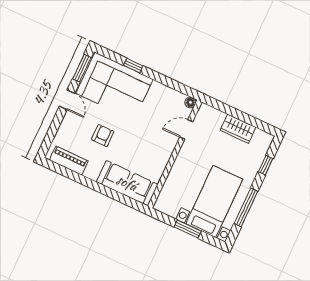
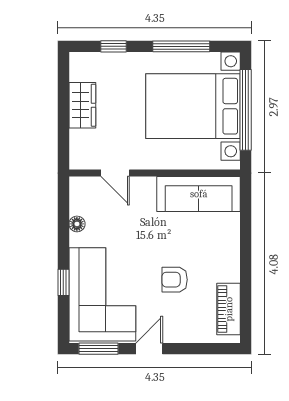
floor lamp: (190, 102) -> (77, 224), moved
sofa: (127, 183) -> (199, 194), moved, turned -90
bed with nightstands: (214, 201) -> (193, 106), width x1.36
window: (188, 229) -> (246, 110), width x2.11

